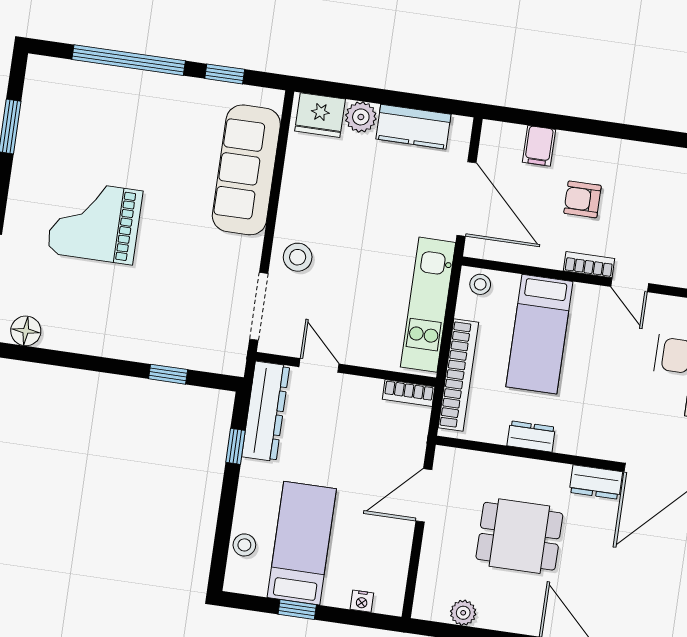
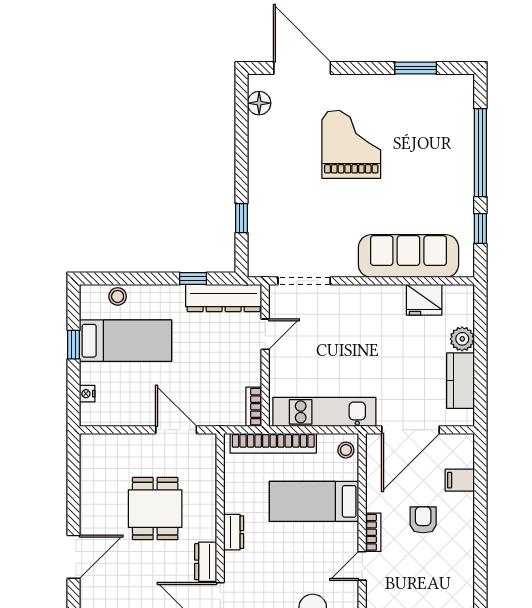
fridge: (320, 115) -> (424, 300), moved, turned -90
stool: (298, 257) -> (347, 306), removed
dresser: (531, 436) -> (234, 532), moved
plant: (463, 613) -> (90, 474), removed

